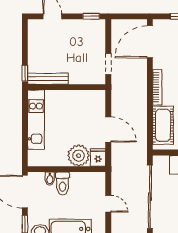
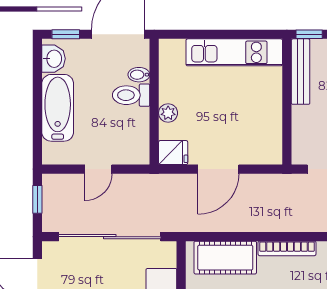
plant: (79, 156) -> (168, 113), width x0.53, depth x0.53

